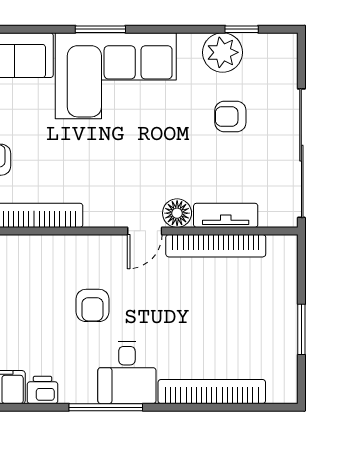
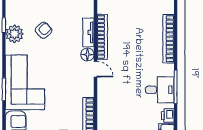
armchair: (230, 117) -> (44, 30), turned -132
armchair: (92, 305) -> (129, 93), removed
desk: (127, 373) -> (160, 90), moved

